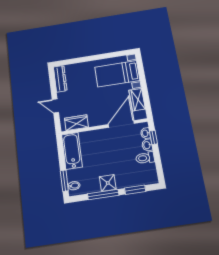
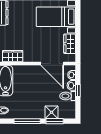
door: (121, 124) -> (52, 64), swing flipped
window: (153, 137) -> (78, 90), moved
shower: (108, 183) -> (52, 112), moved

